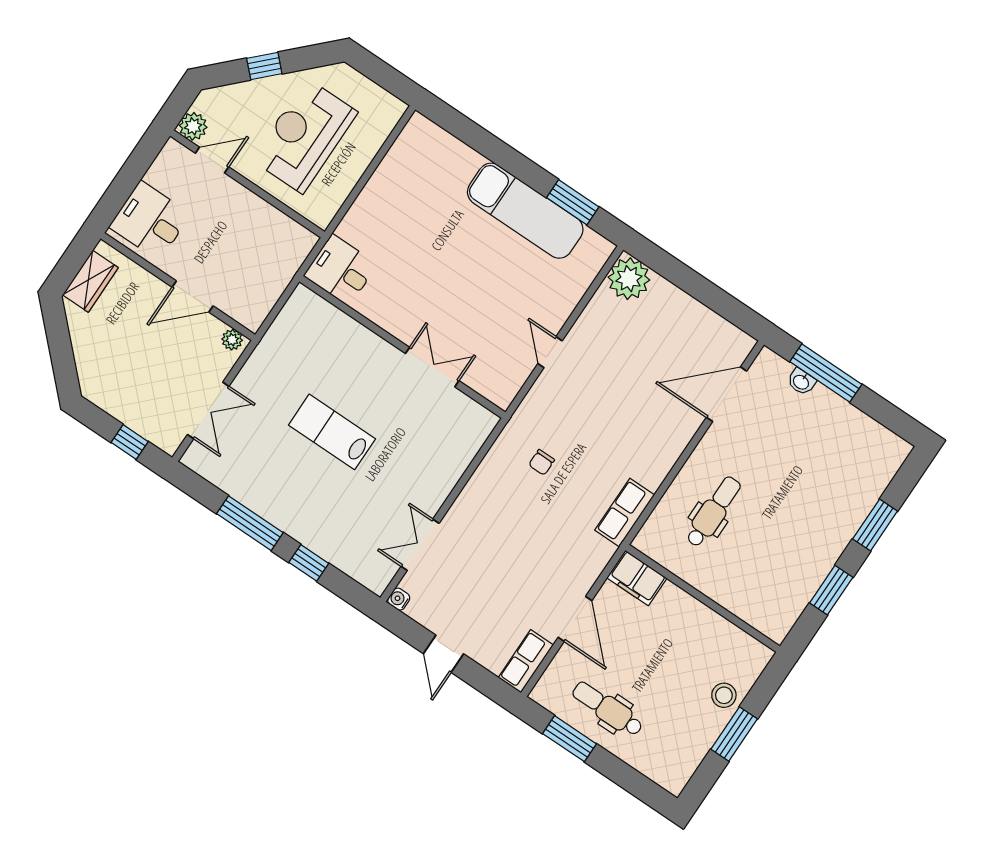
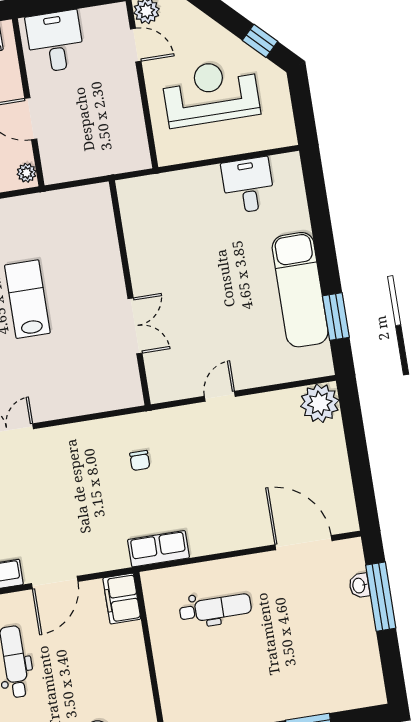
window: (264, 66) -> (260, 41), moved
desk: (341, 270) -> (248, 185), moved
chair: (542, 462) -> (140, 461), turned -90

